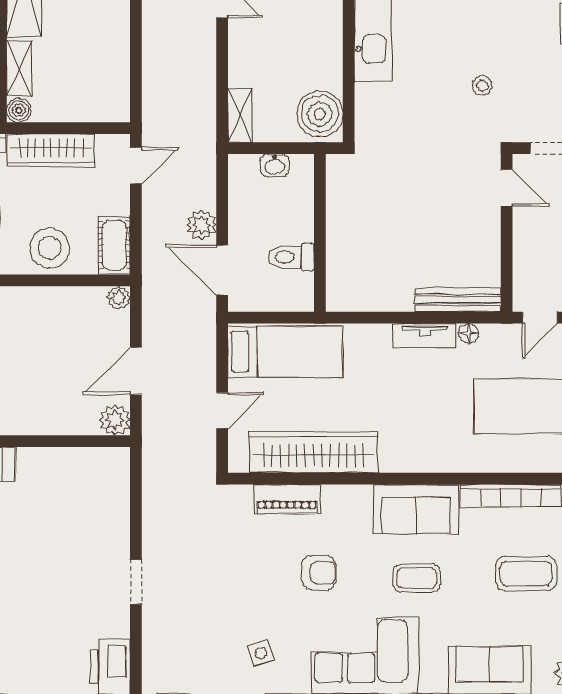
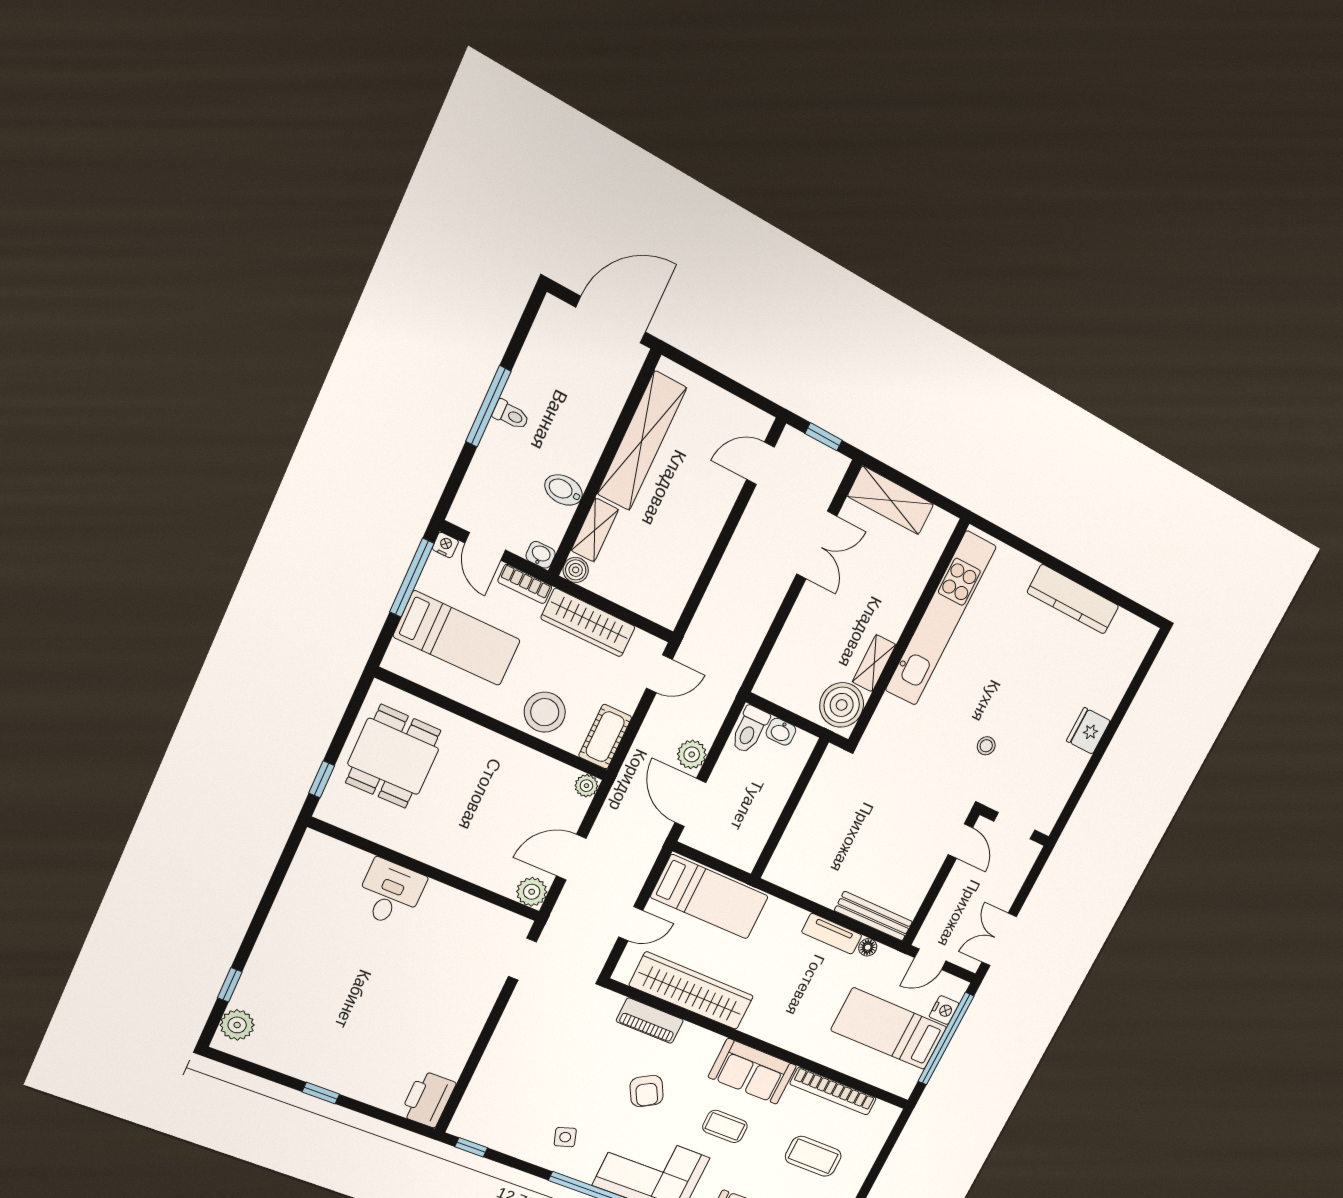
shelving: (240, 115) -> (874, 663), moved
toilet: (291, 257) -> (750, 730), moved, turned -90
armchair: (319, 573) -> (647, 1091), turned 60
doorway: (136, 582) -> (522, 959), moved

